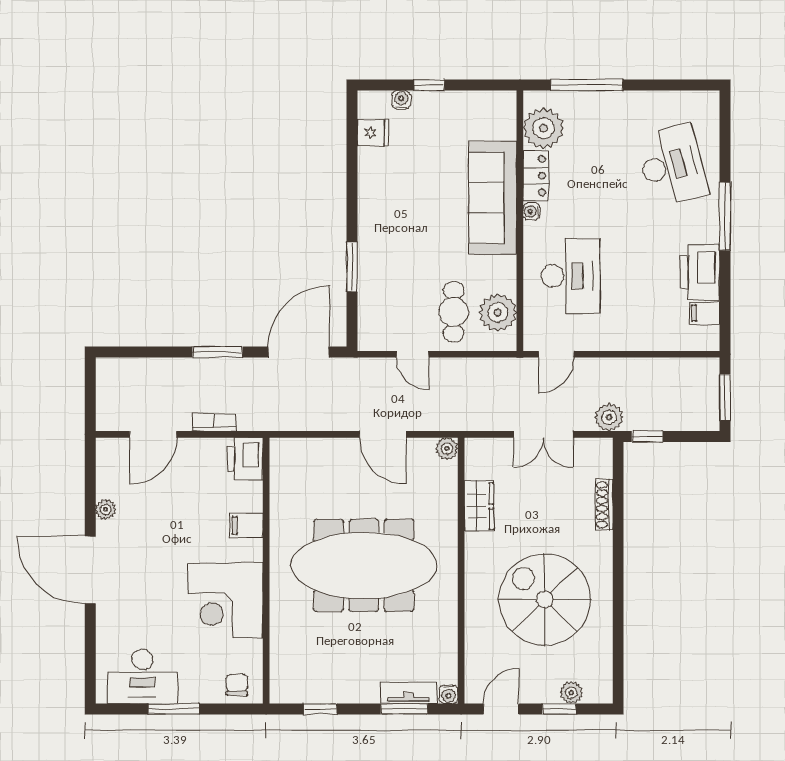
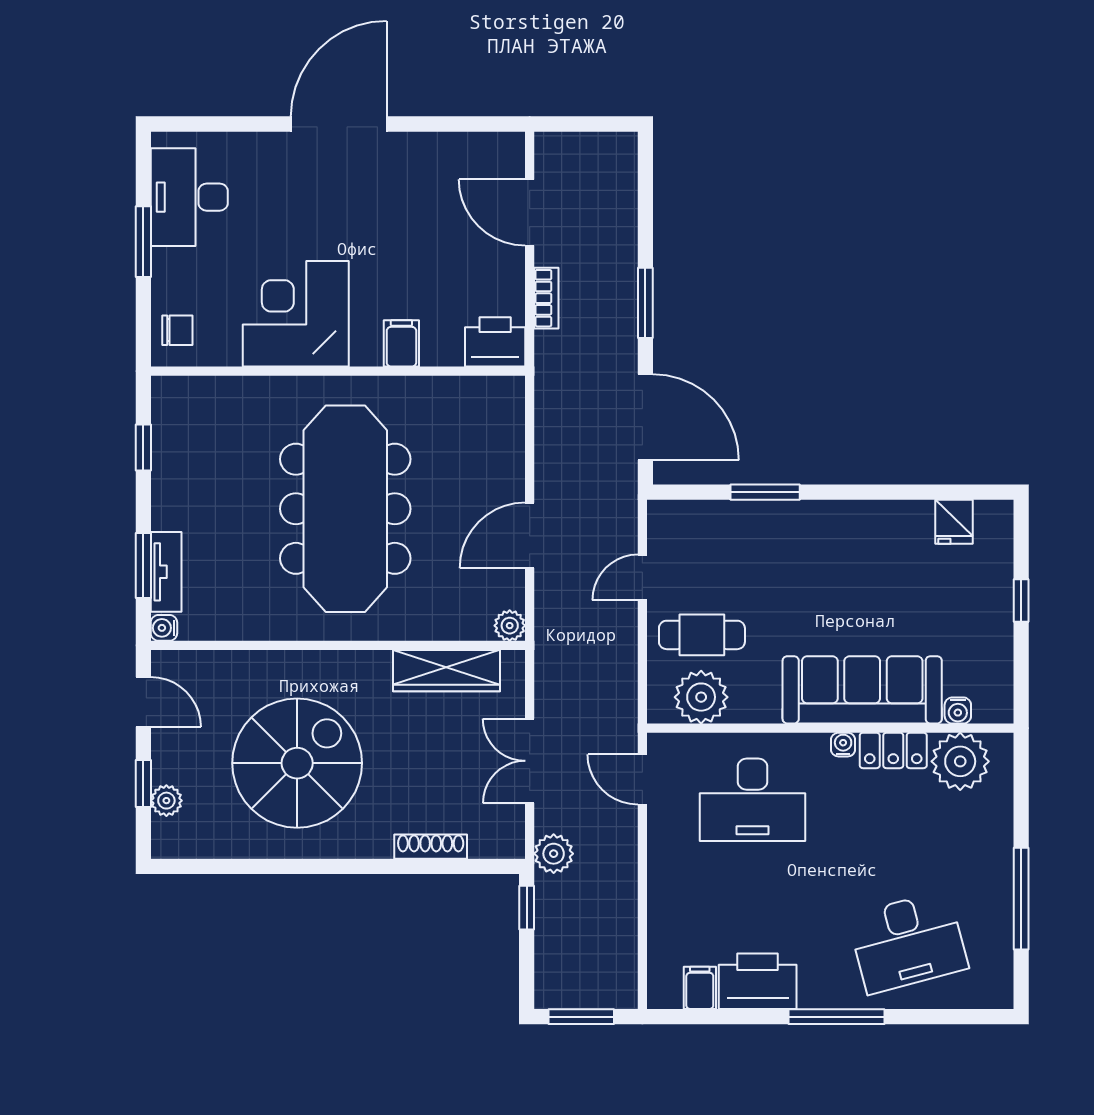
window: (587, 85) -> (1021, 899), moved
water cooler: (401, 100) -> (958, 710), moved, turned 90
wardrobe: (479, 506) -> (446, 671), width x1.50
plant: (106, 509) -> (424, 145), removed

